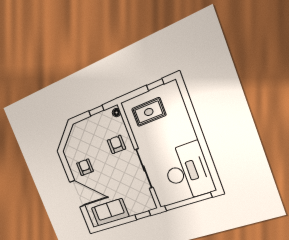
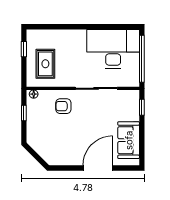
armchair: (85, 167) -> (74, 148), removed

